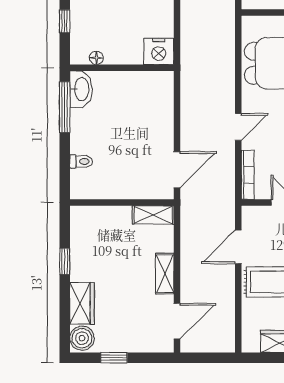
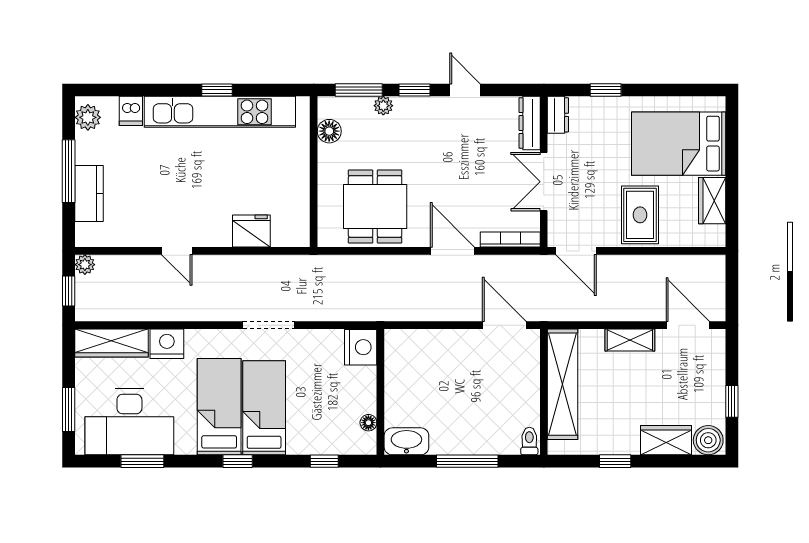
window: (65, 107) -> (467, 461), moved
door: (238, 127) -> (452, 251), width x1.38
toilet: (81, 161) -> (529, 441), moved
shelving: (153, 215) -> (563, 384), width x2.20, depth x1.33
door: (238, 247) -> (576, 251), moved

